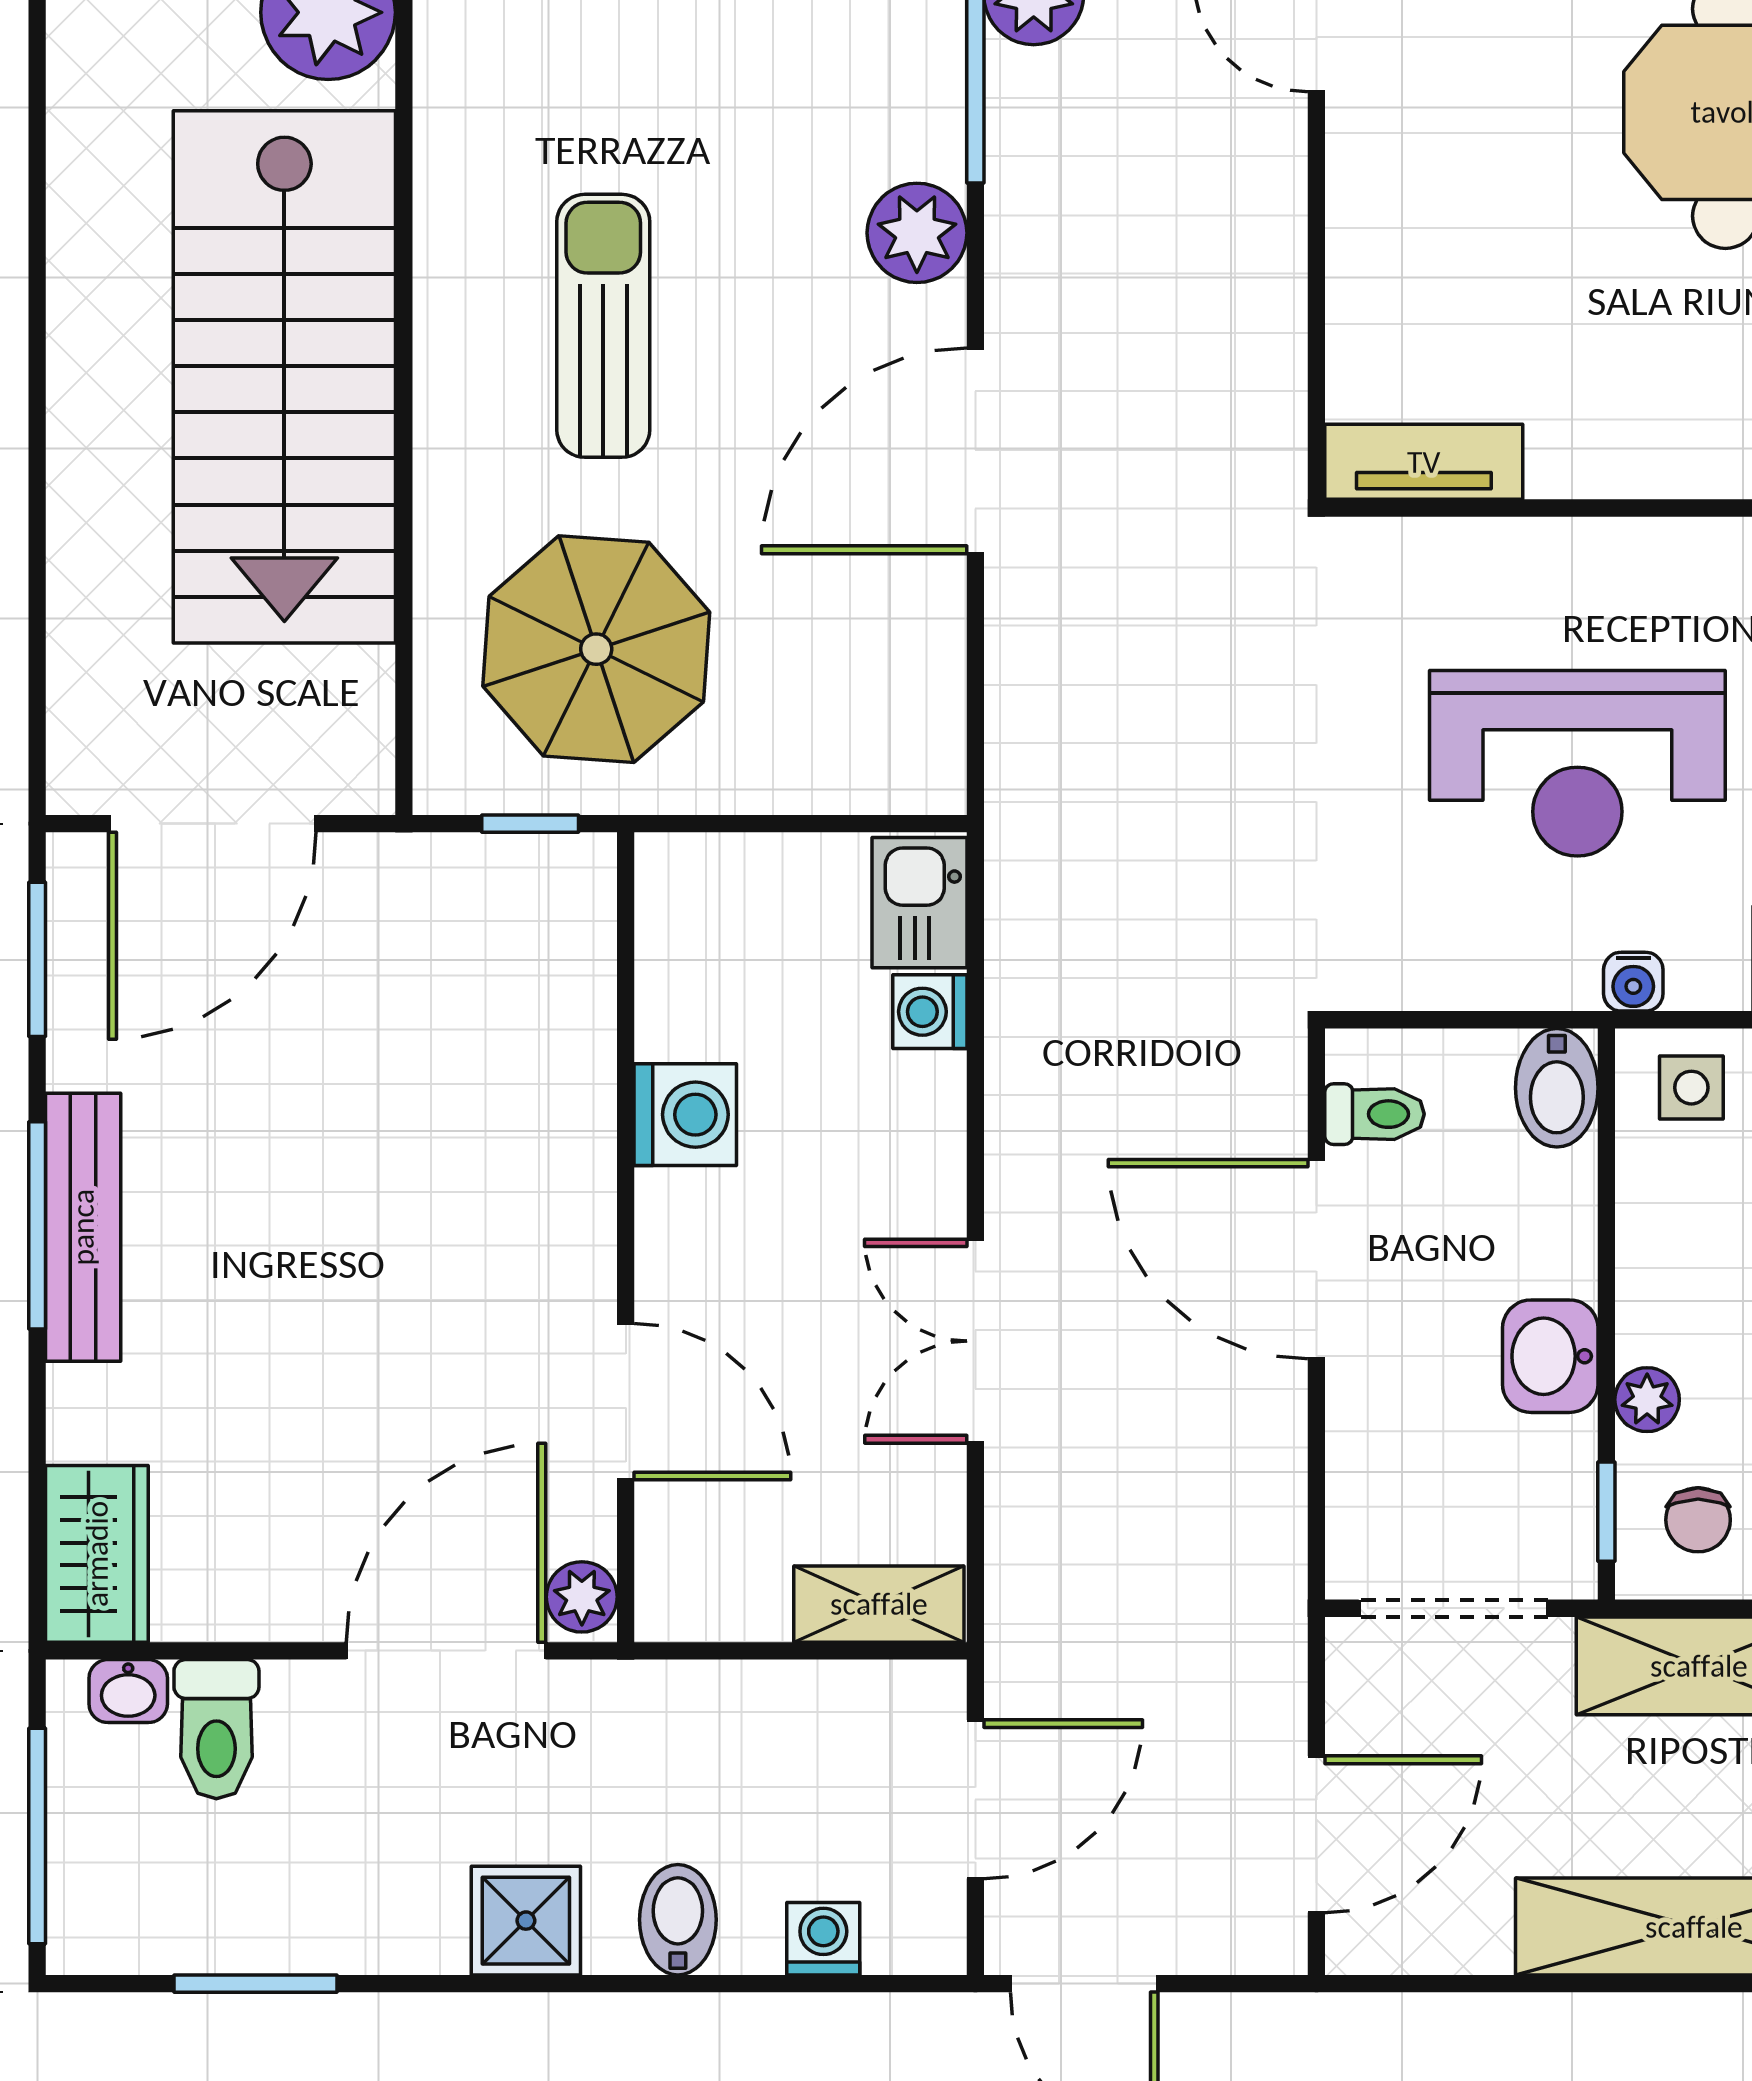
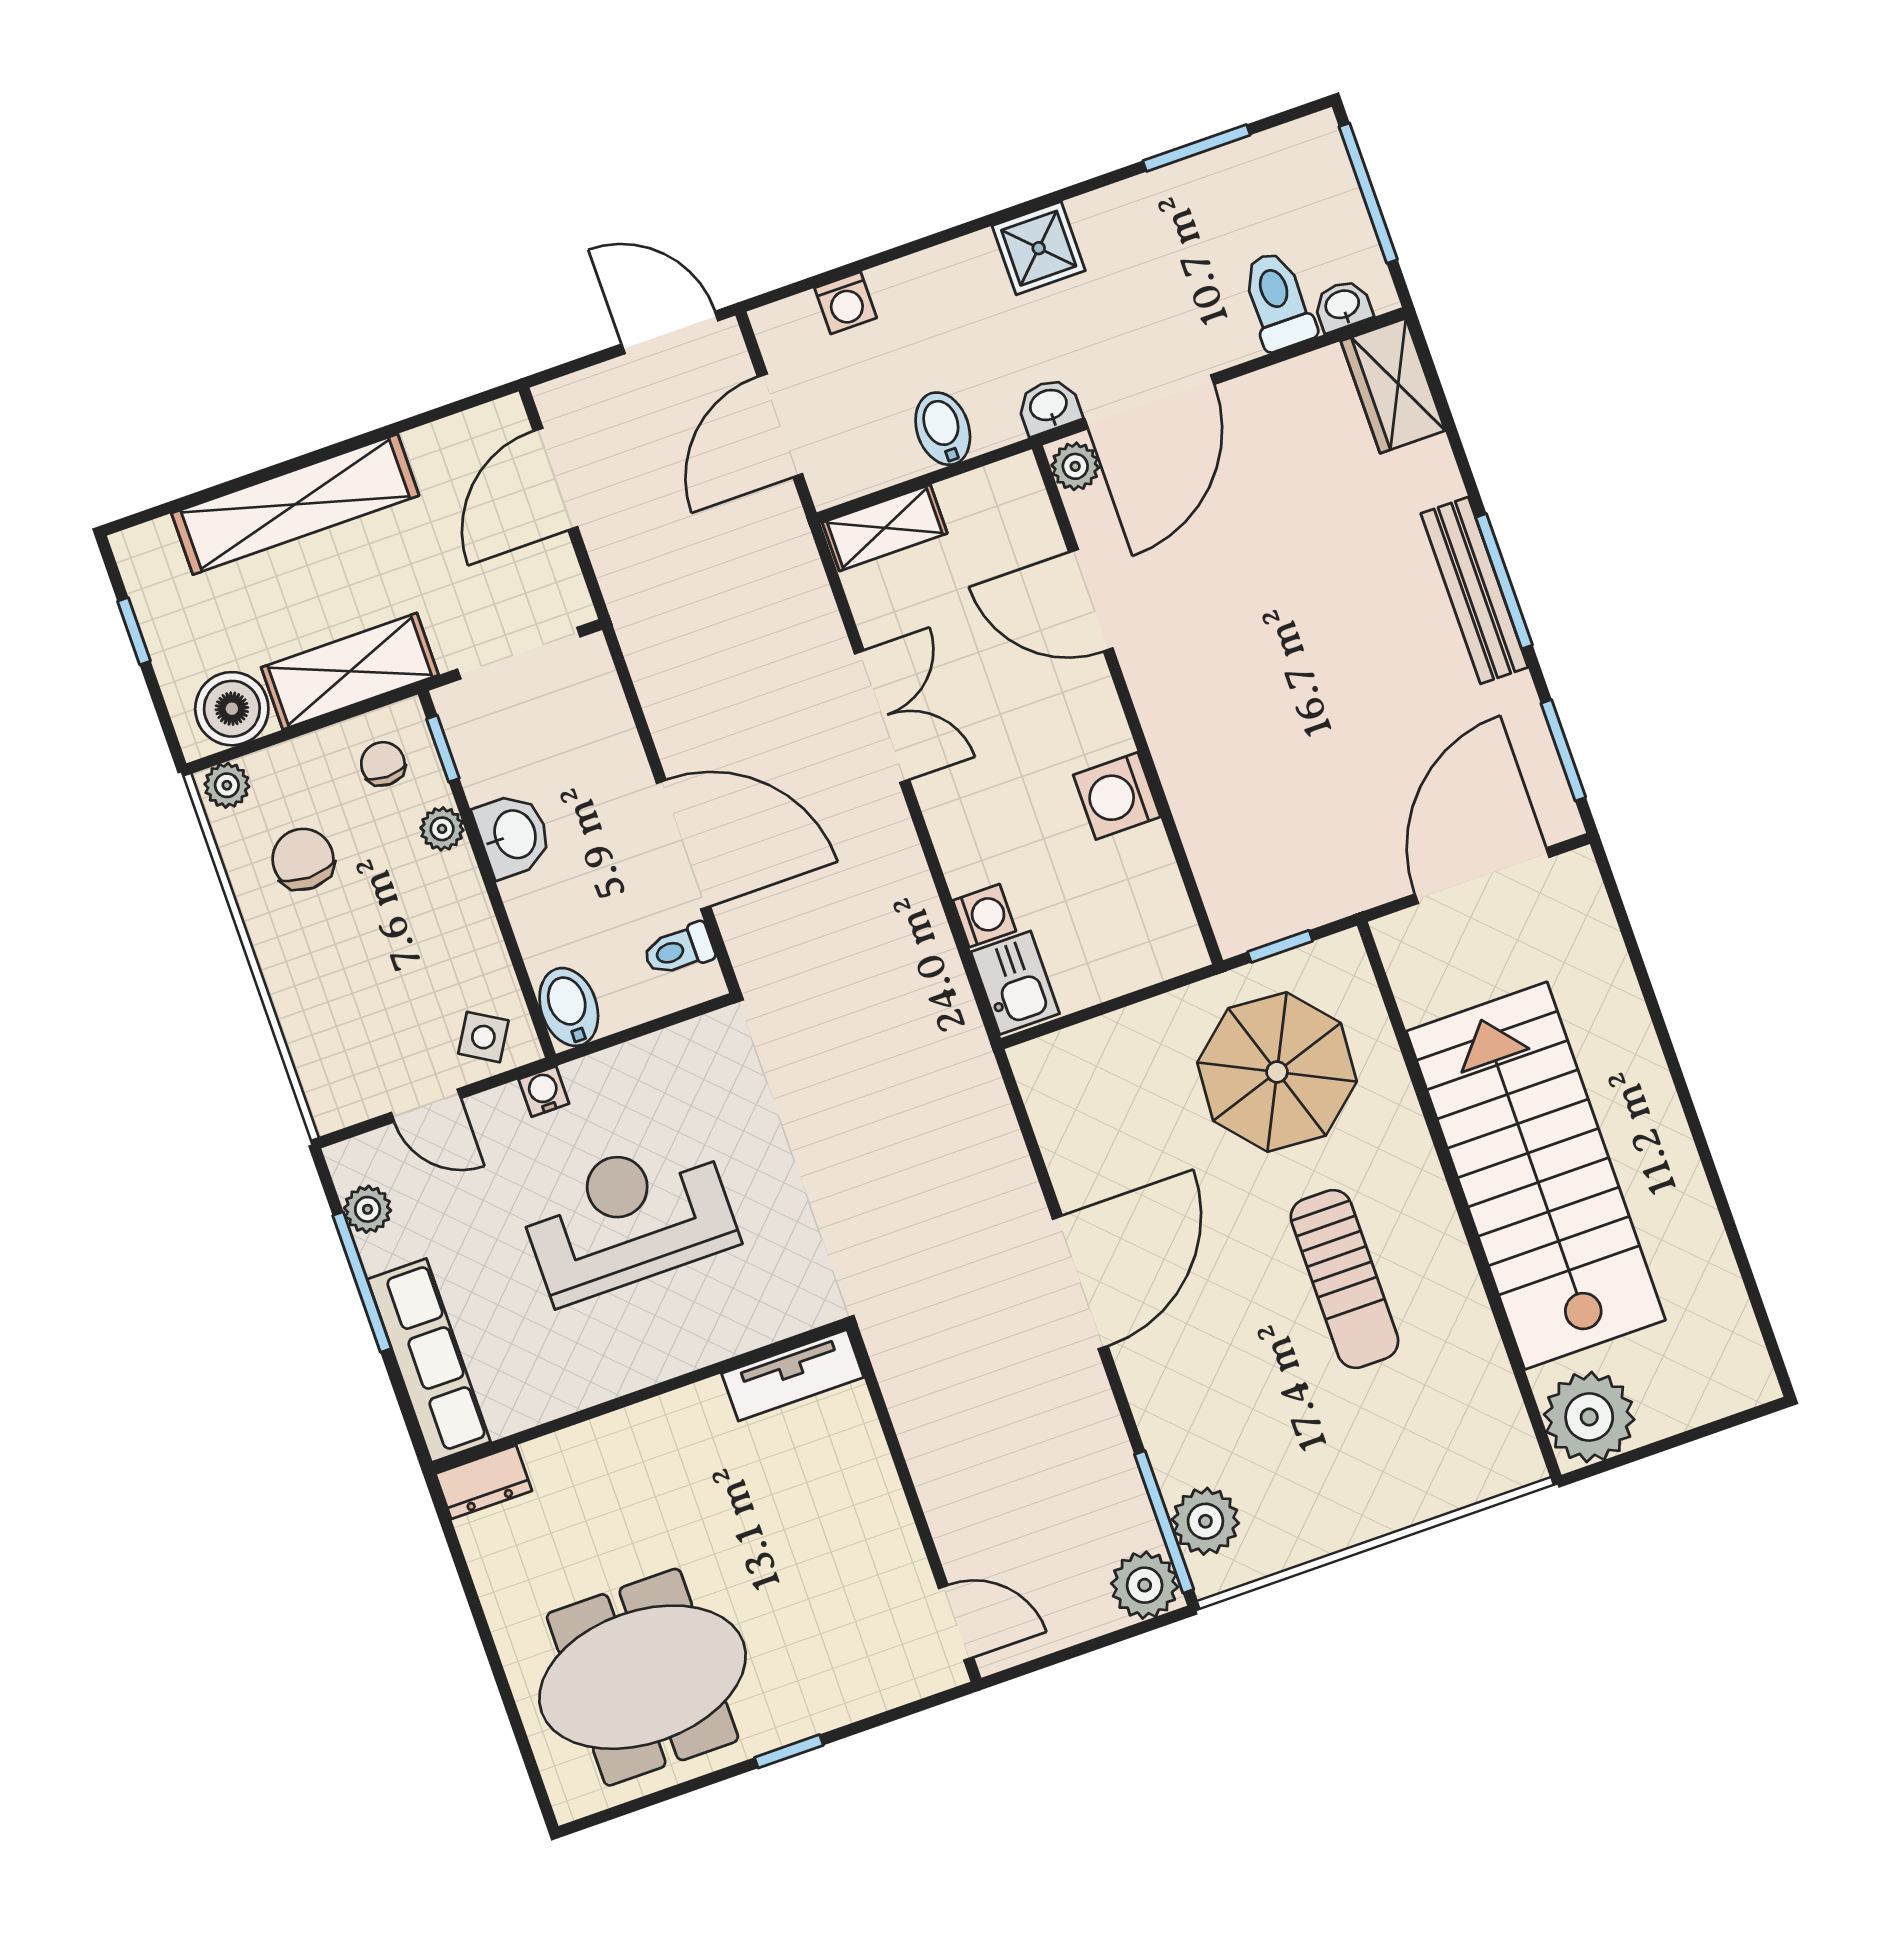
plant: (917, 233) -> (1205, 1521), moved
side table: (1691, 1088) -> (483, 1037), turned 31
washbasin: (589, 1694) -> (1049, 406), added
bidet: (678, 1920) -> (943, 429), moved, turned 180

